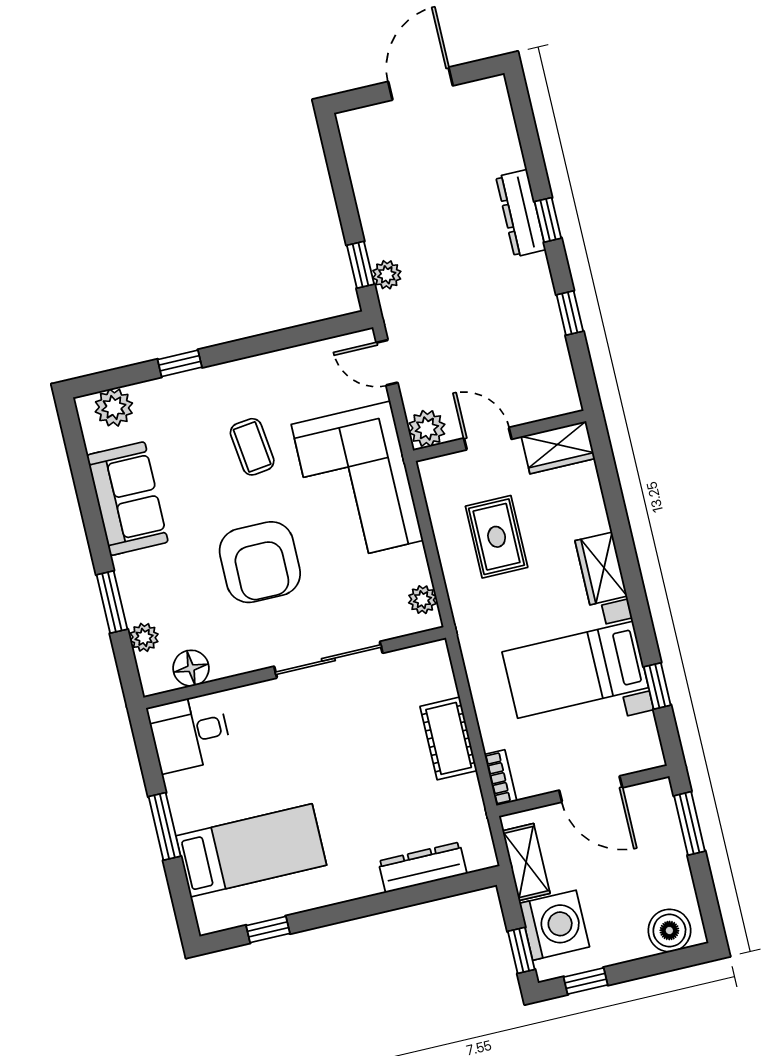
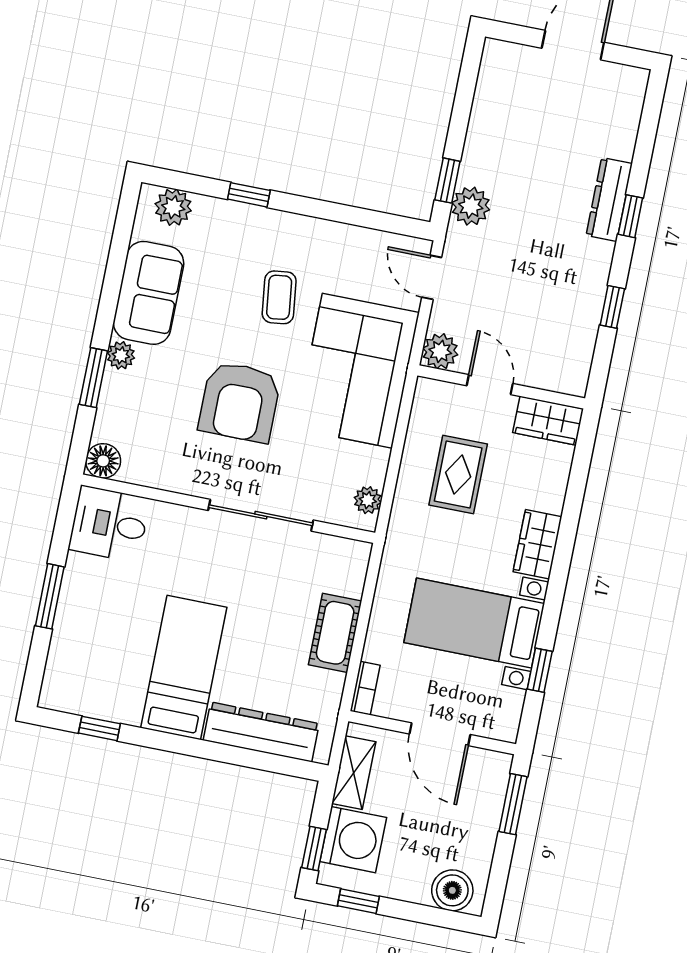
plant: (387, 275) -> (471, 206), width x1.38, depth x1.38
plant: (144, 637) -> (121, 355), moved
floor lamp: (191, 668) -> (103, 461), moved
bed: (251, 850) -> (184, 668), moved, turned -90
dresser: (423, 867) -> (261, 732), width x1.37, depth x1.24

